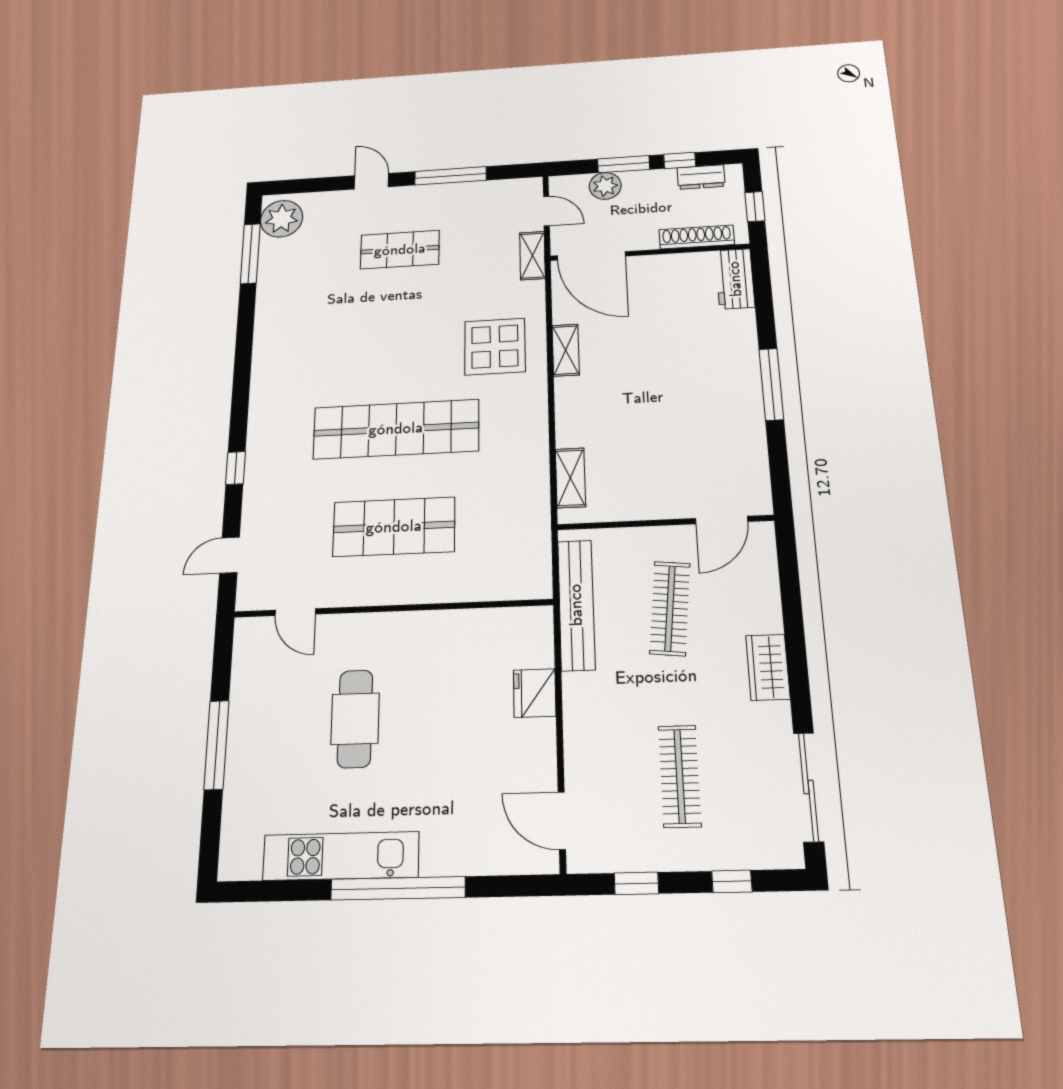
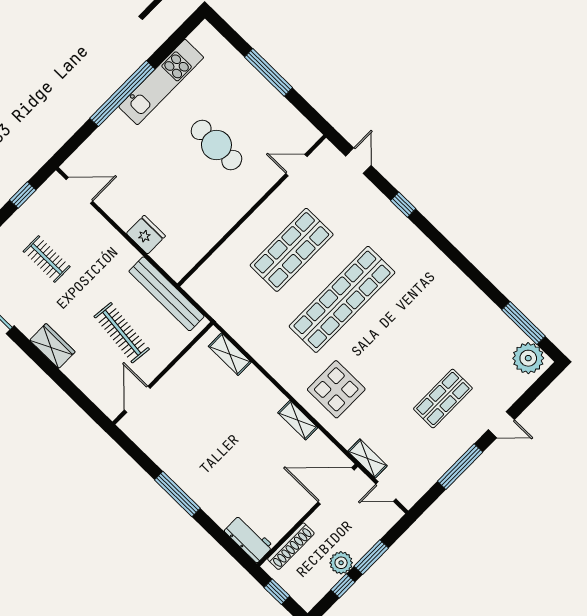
dresser: (701, 177) -> (322, 585), removed
plant: (605, 186) -> (341, 563), moved
clothes rail: (680, 776) -> (47, 259), width x0.73

